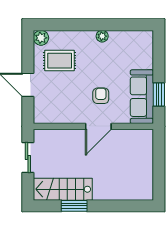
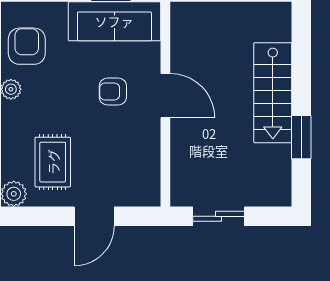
armchair: (127, 45) -> (27, 46), added
stairs: (63, 189) -> (273, 93), moved

